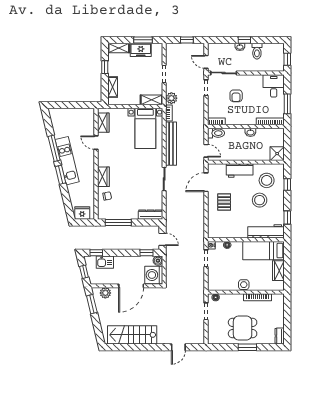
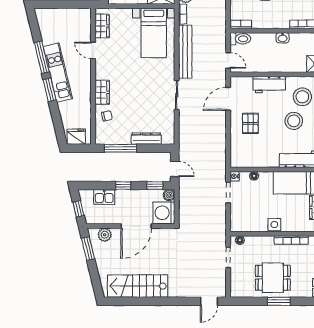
dresser: (150, 215) -> (146, 139), moved
window: (96, 253) -> (123, 186), moved
door: (178, 347) -> (209, 301), moved

